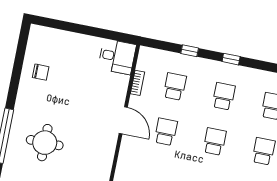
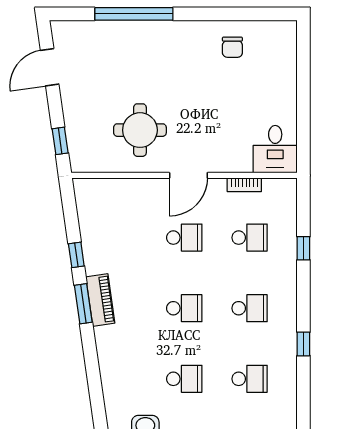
window: (231, 59) -> (303, 344), moved
round table: (45, 143) -> (140, 130), moved

